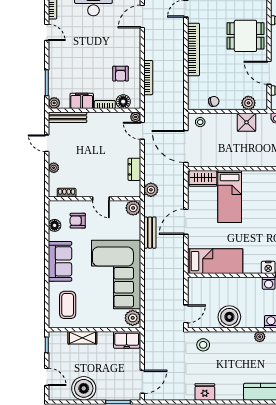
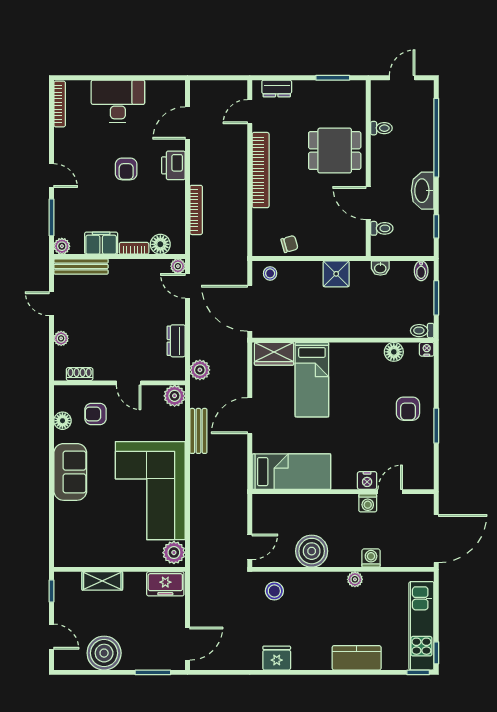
door: (47, 32) -> (51, 176), moved
printer: (132, 46) -> (173, 165), added
armchair: (121, 74) -> (126, 169), moved
plant: (248, 103) -> (339, 246), removed
coffee table: (68, 305) -> (81, 534), removed

